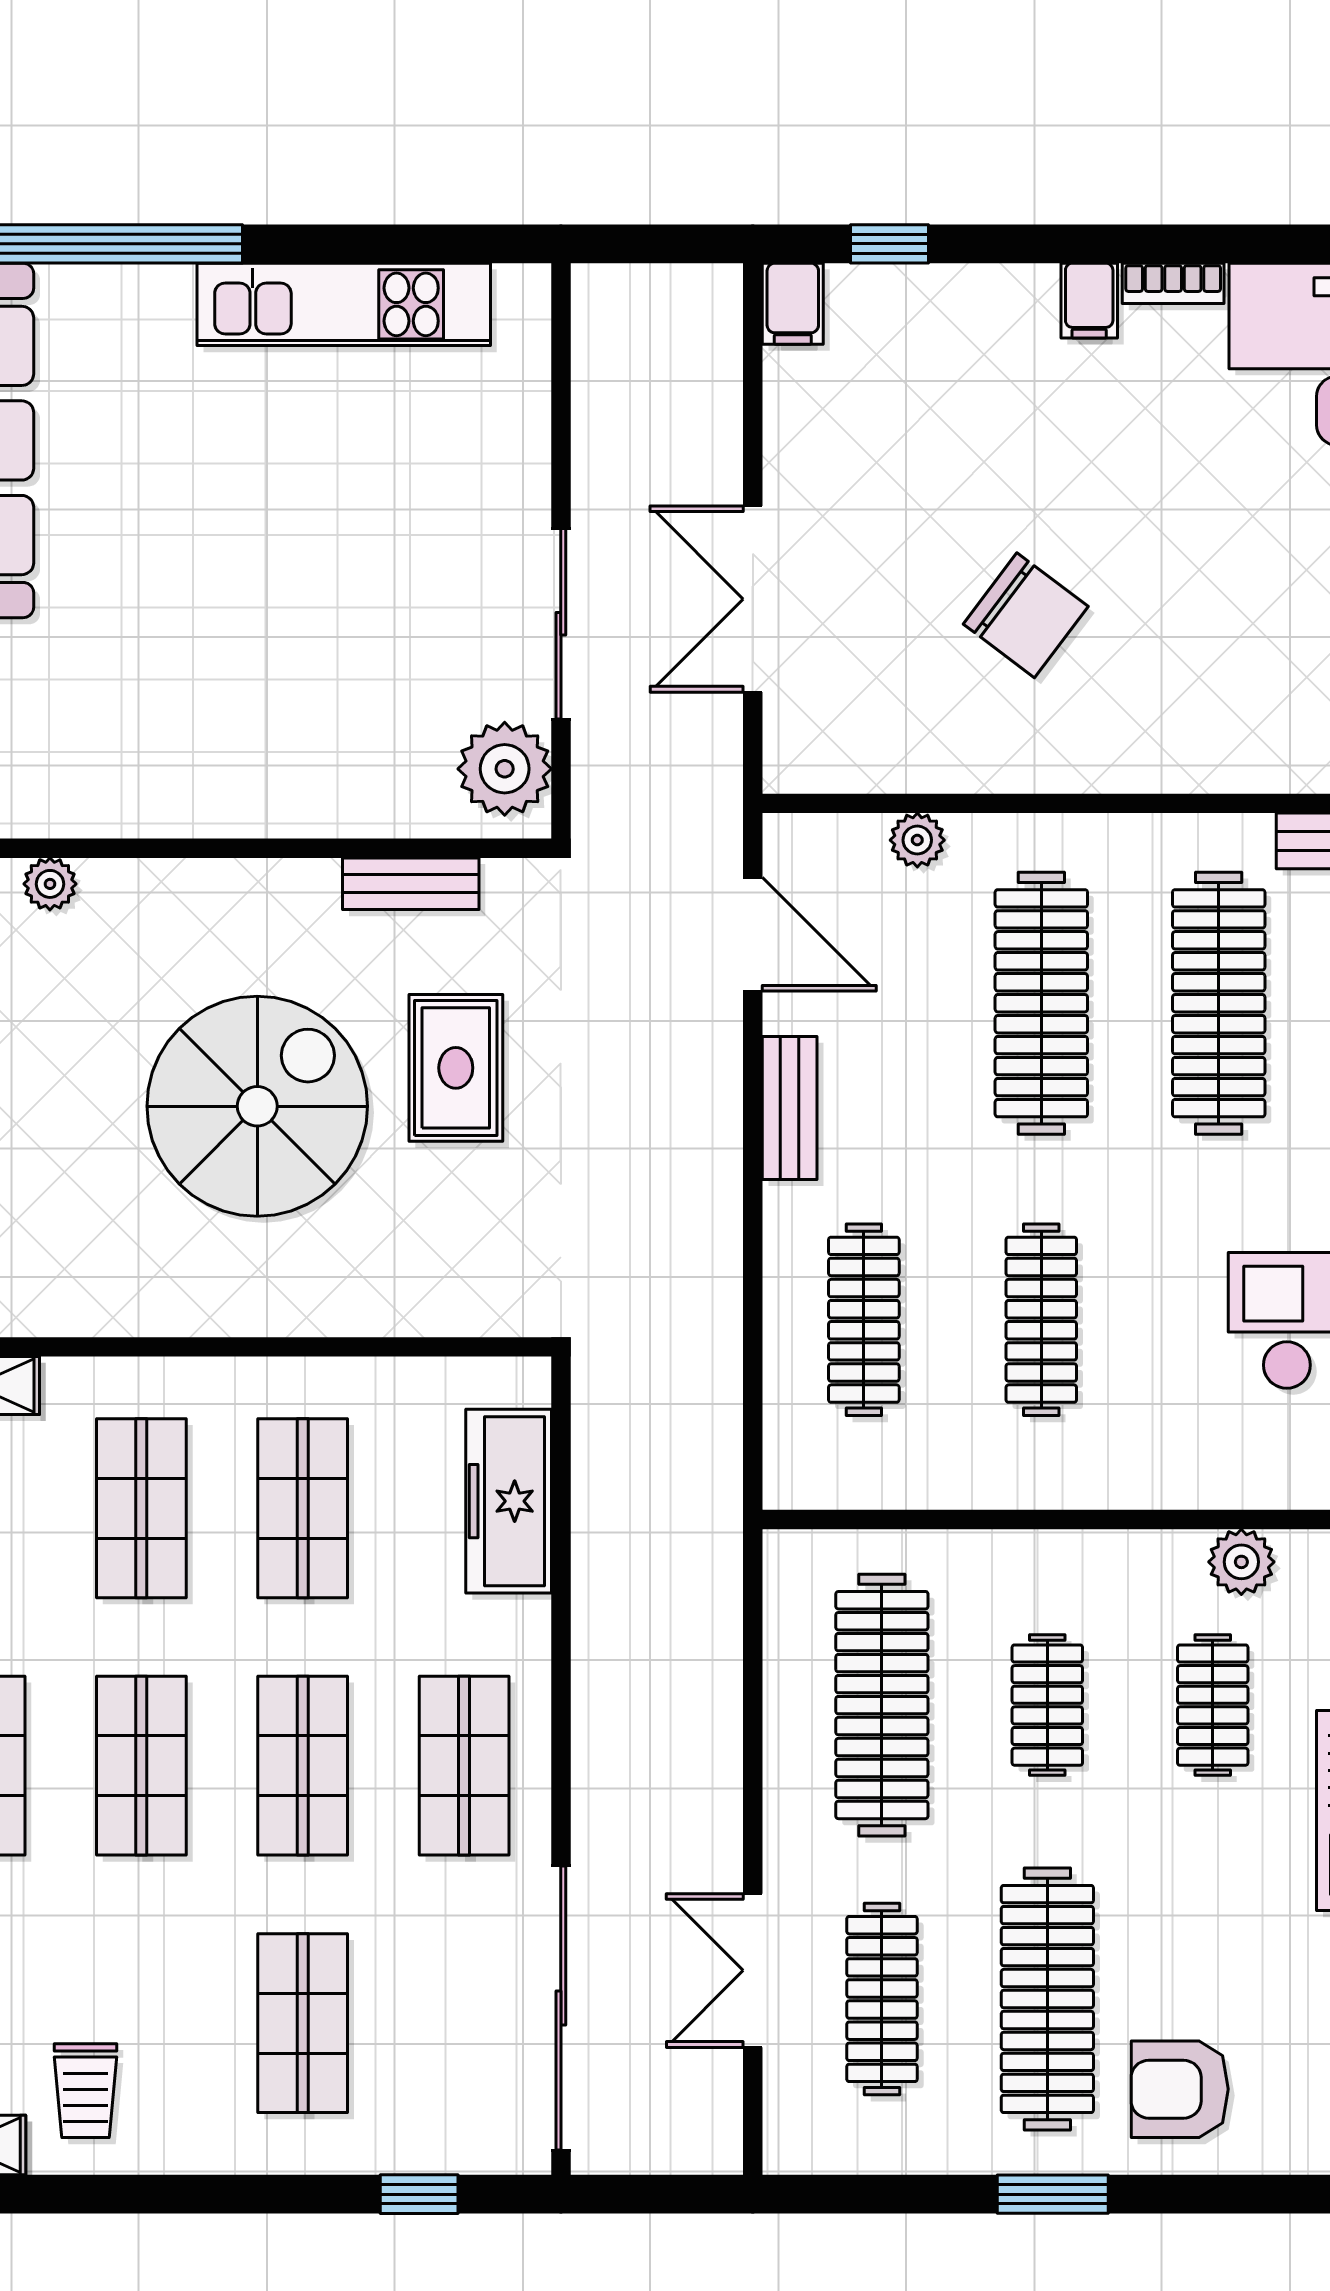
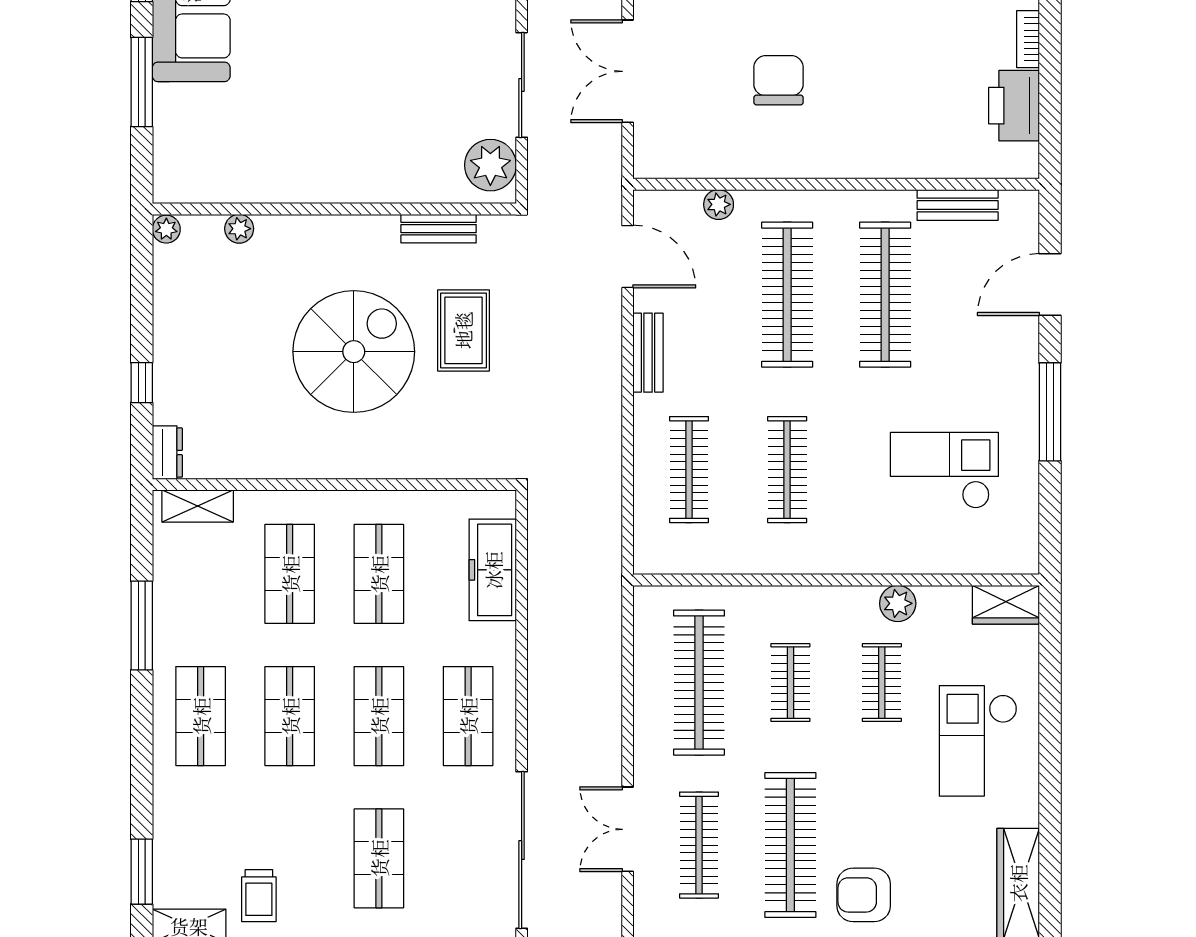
chair: (1026, 615) -> (778, 80), turned -127

